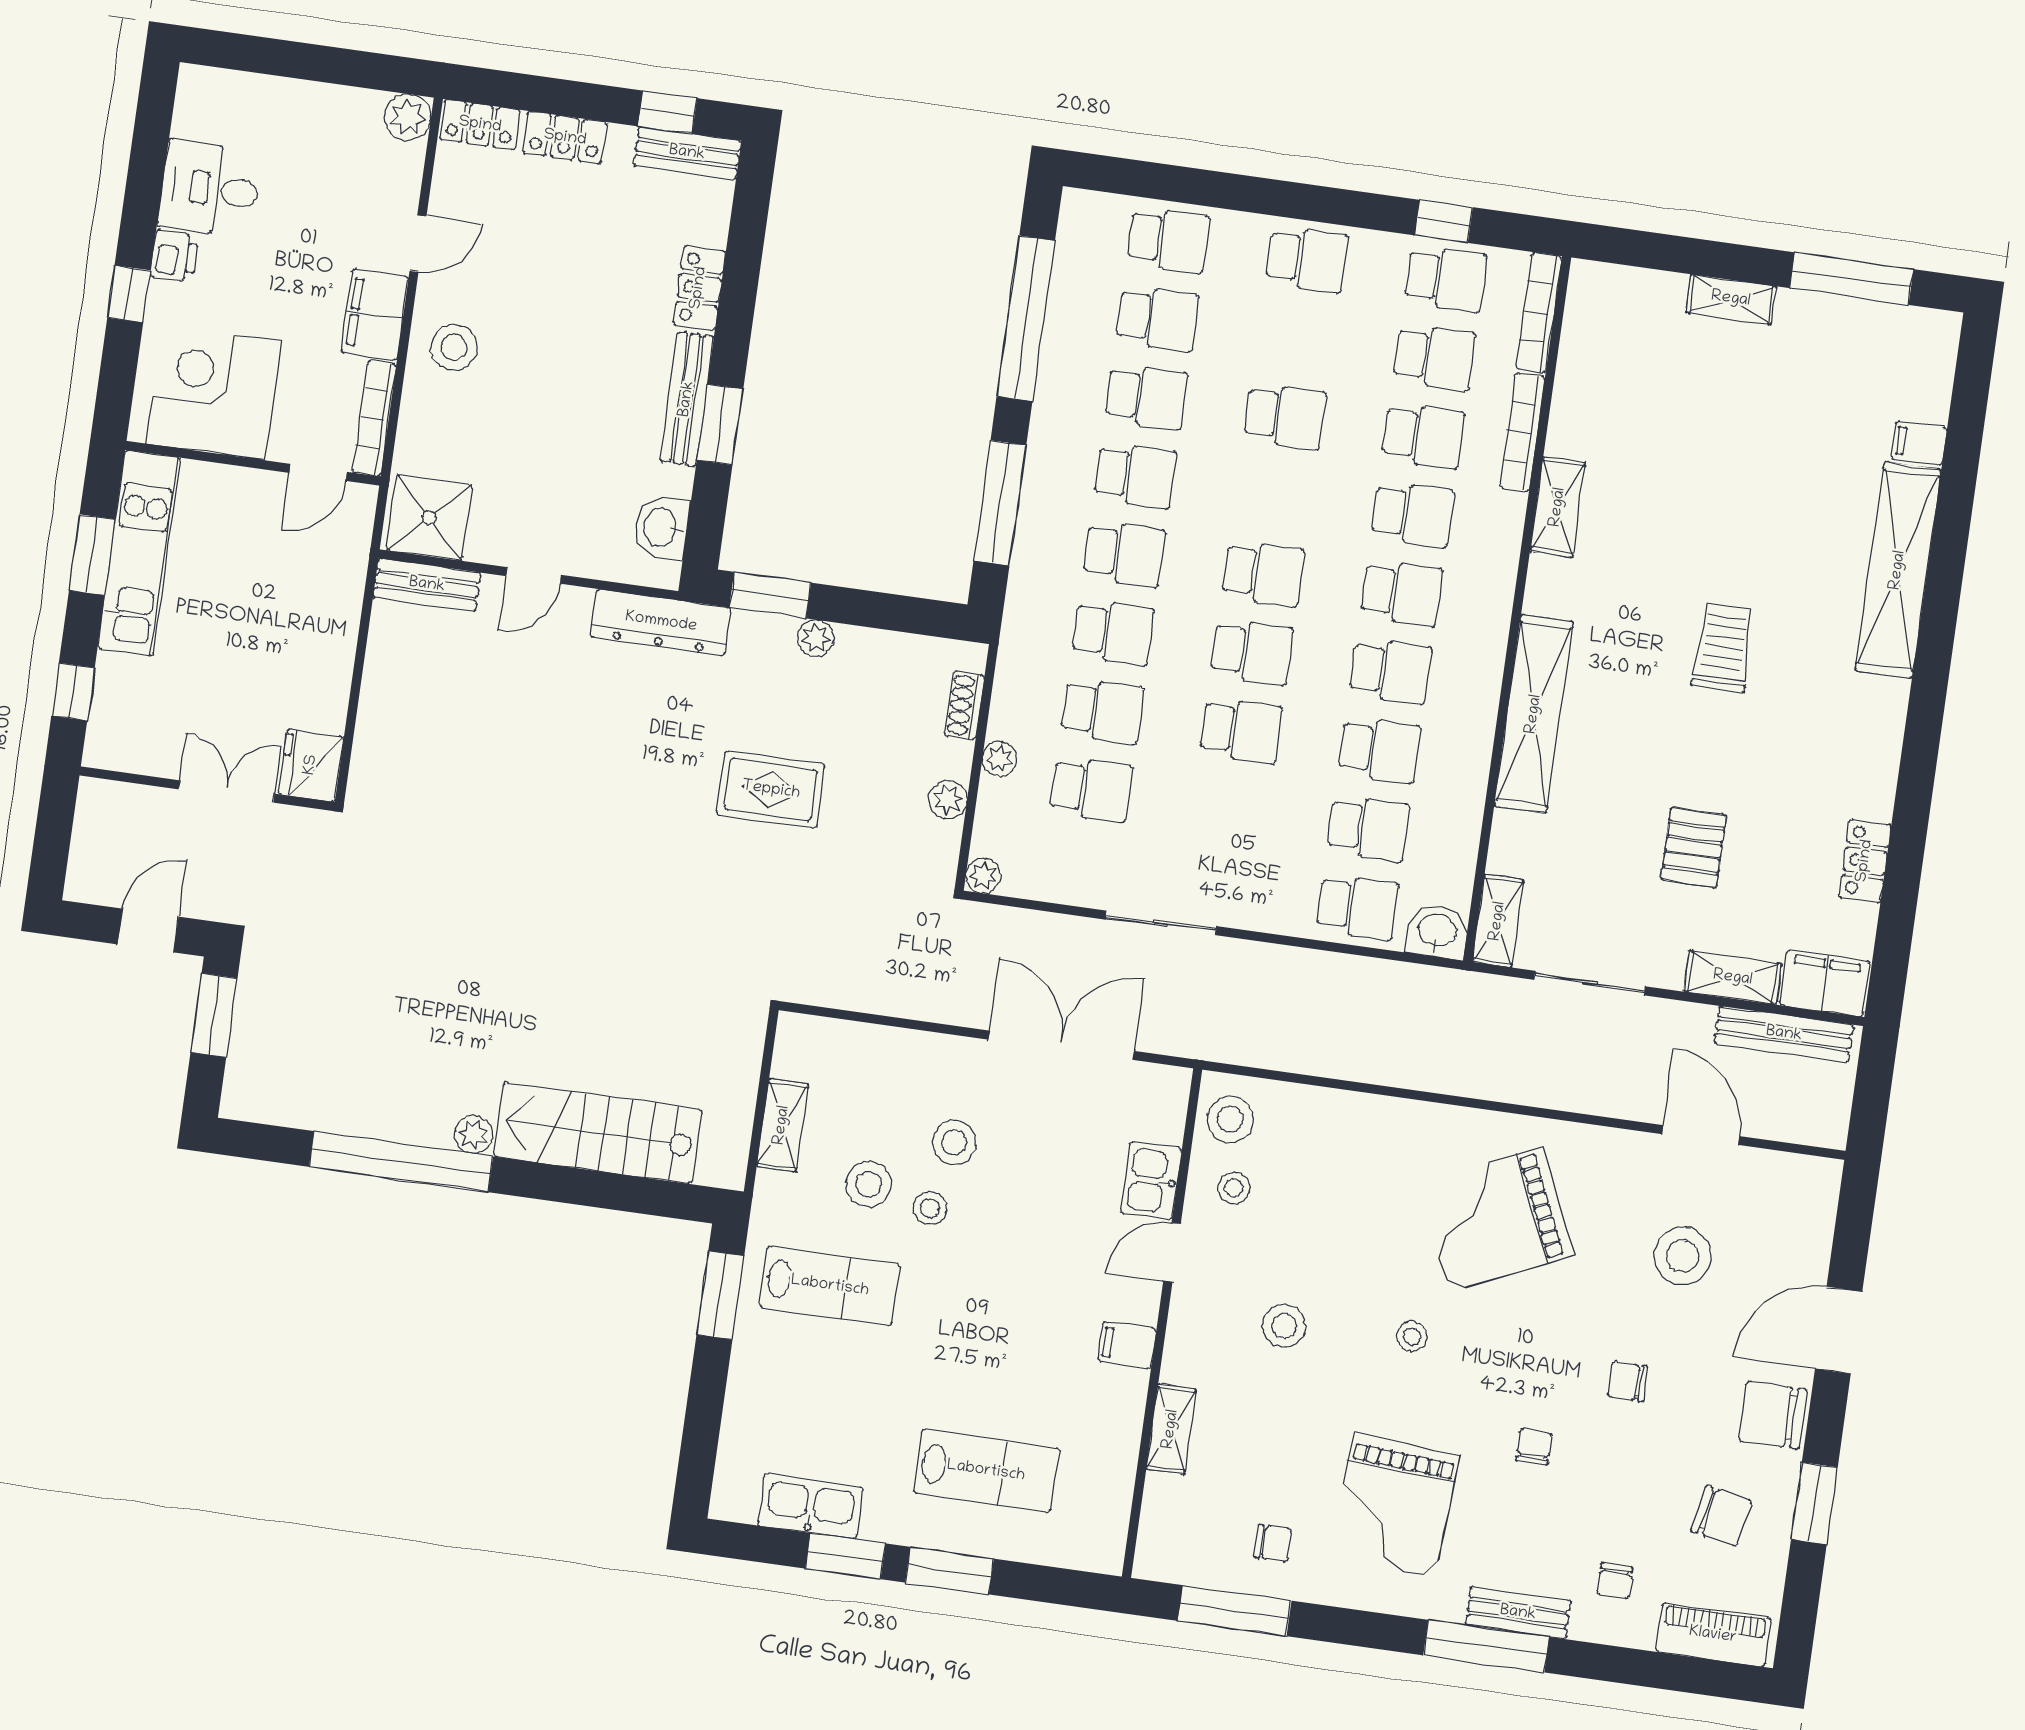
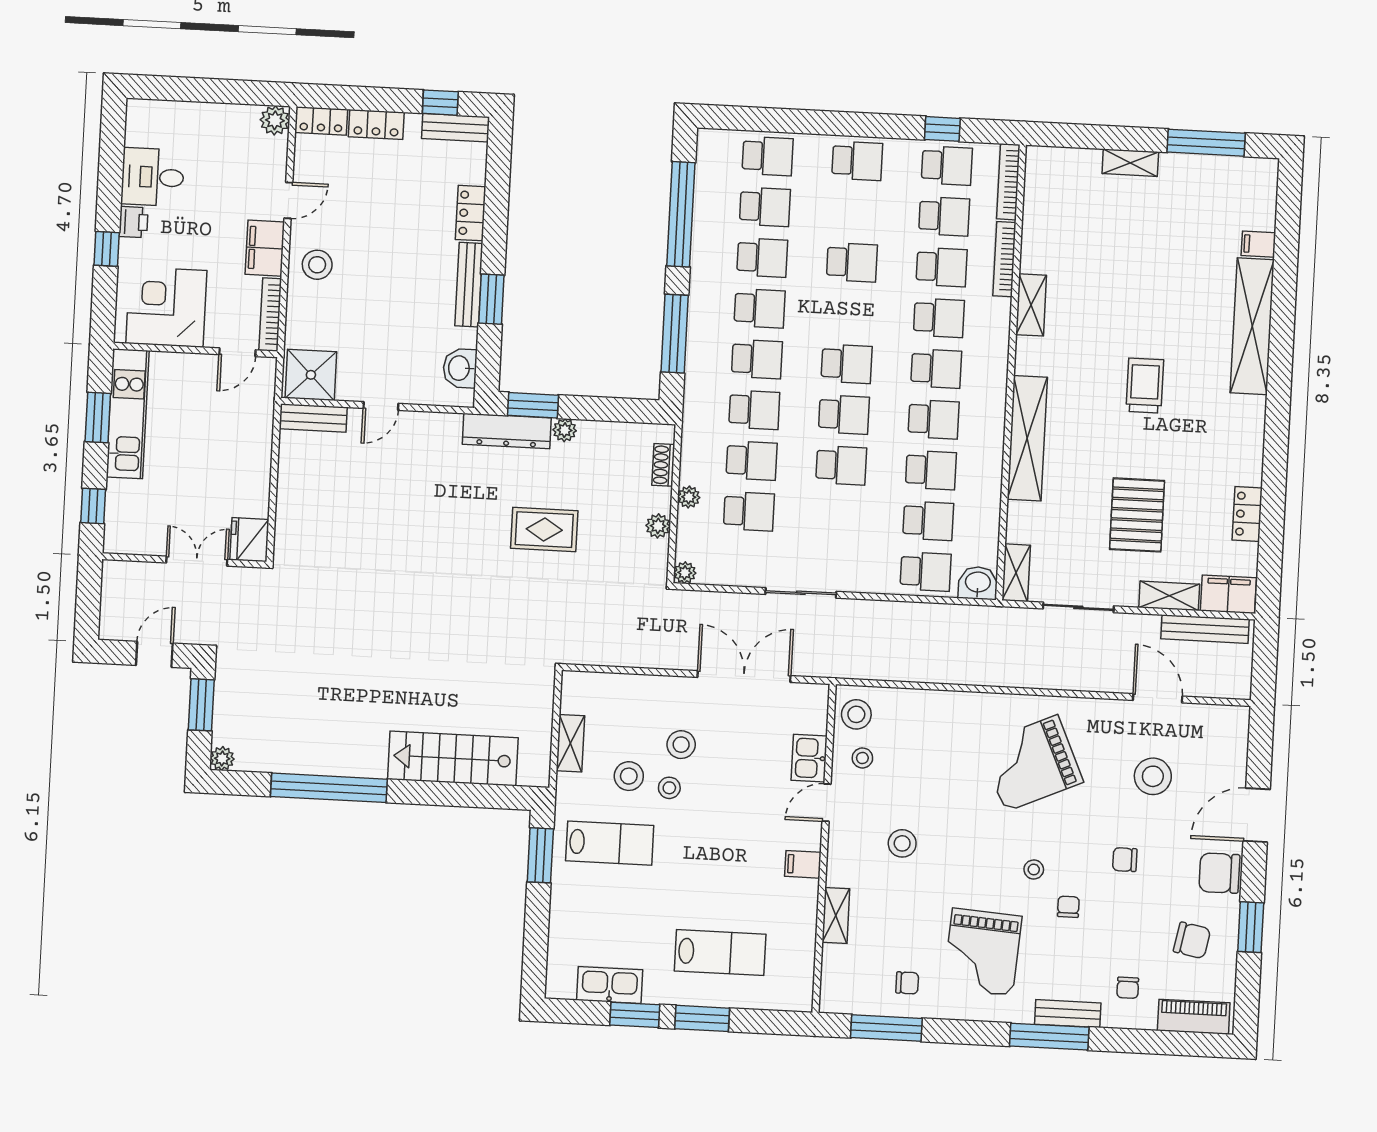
dresser: (661, 622) -> (507, 431), moved
pallet: (1694, 848) -> (1137, 515), width x1.50, depth x1.42
plant: (474, 1135) -> (222, 759), moved
stool: (1412, 1336) -> (1034, 869), moved

